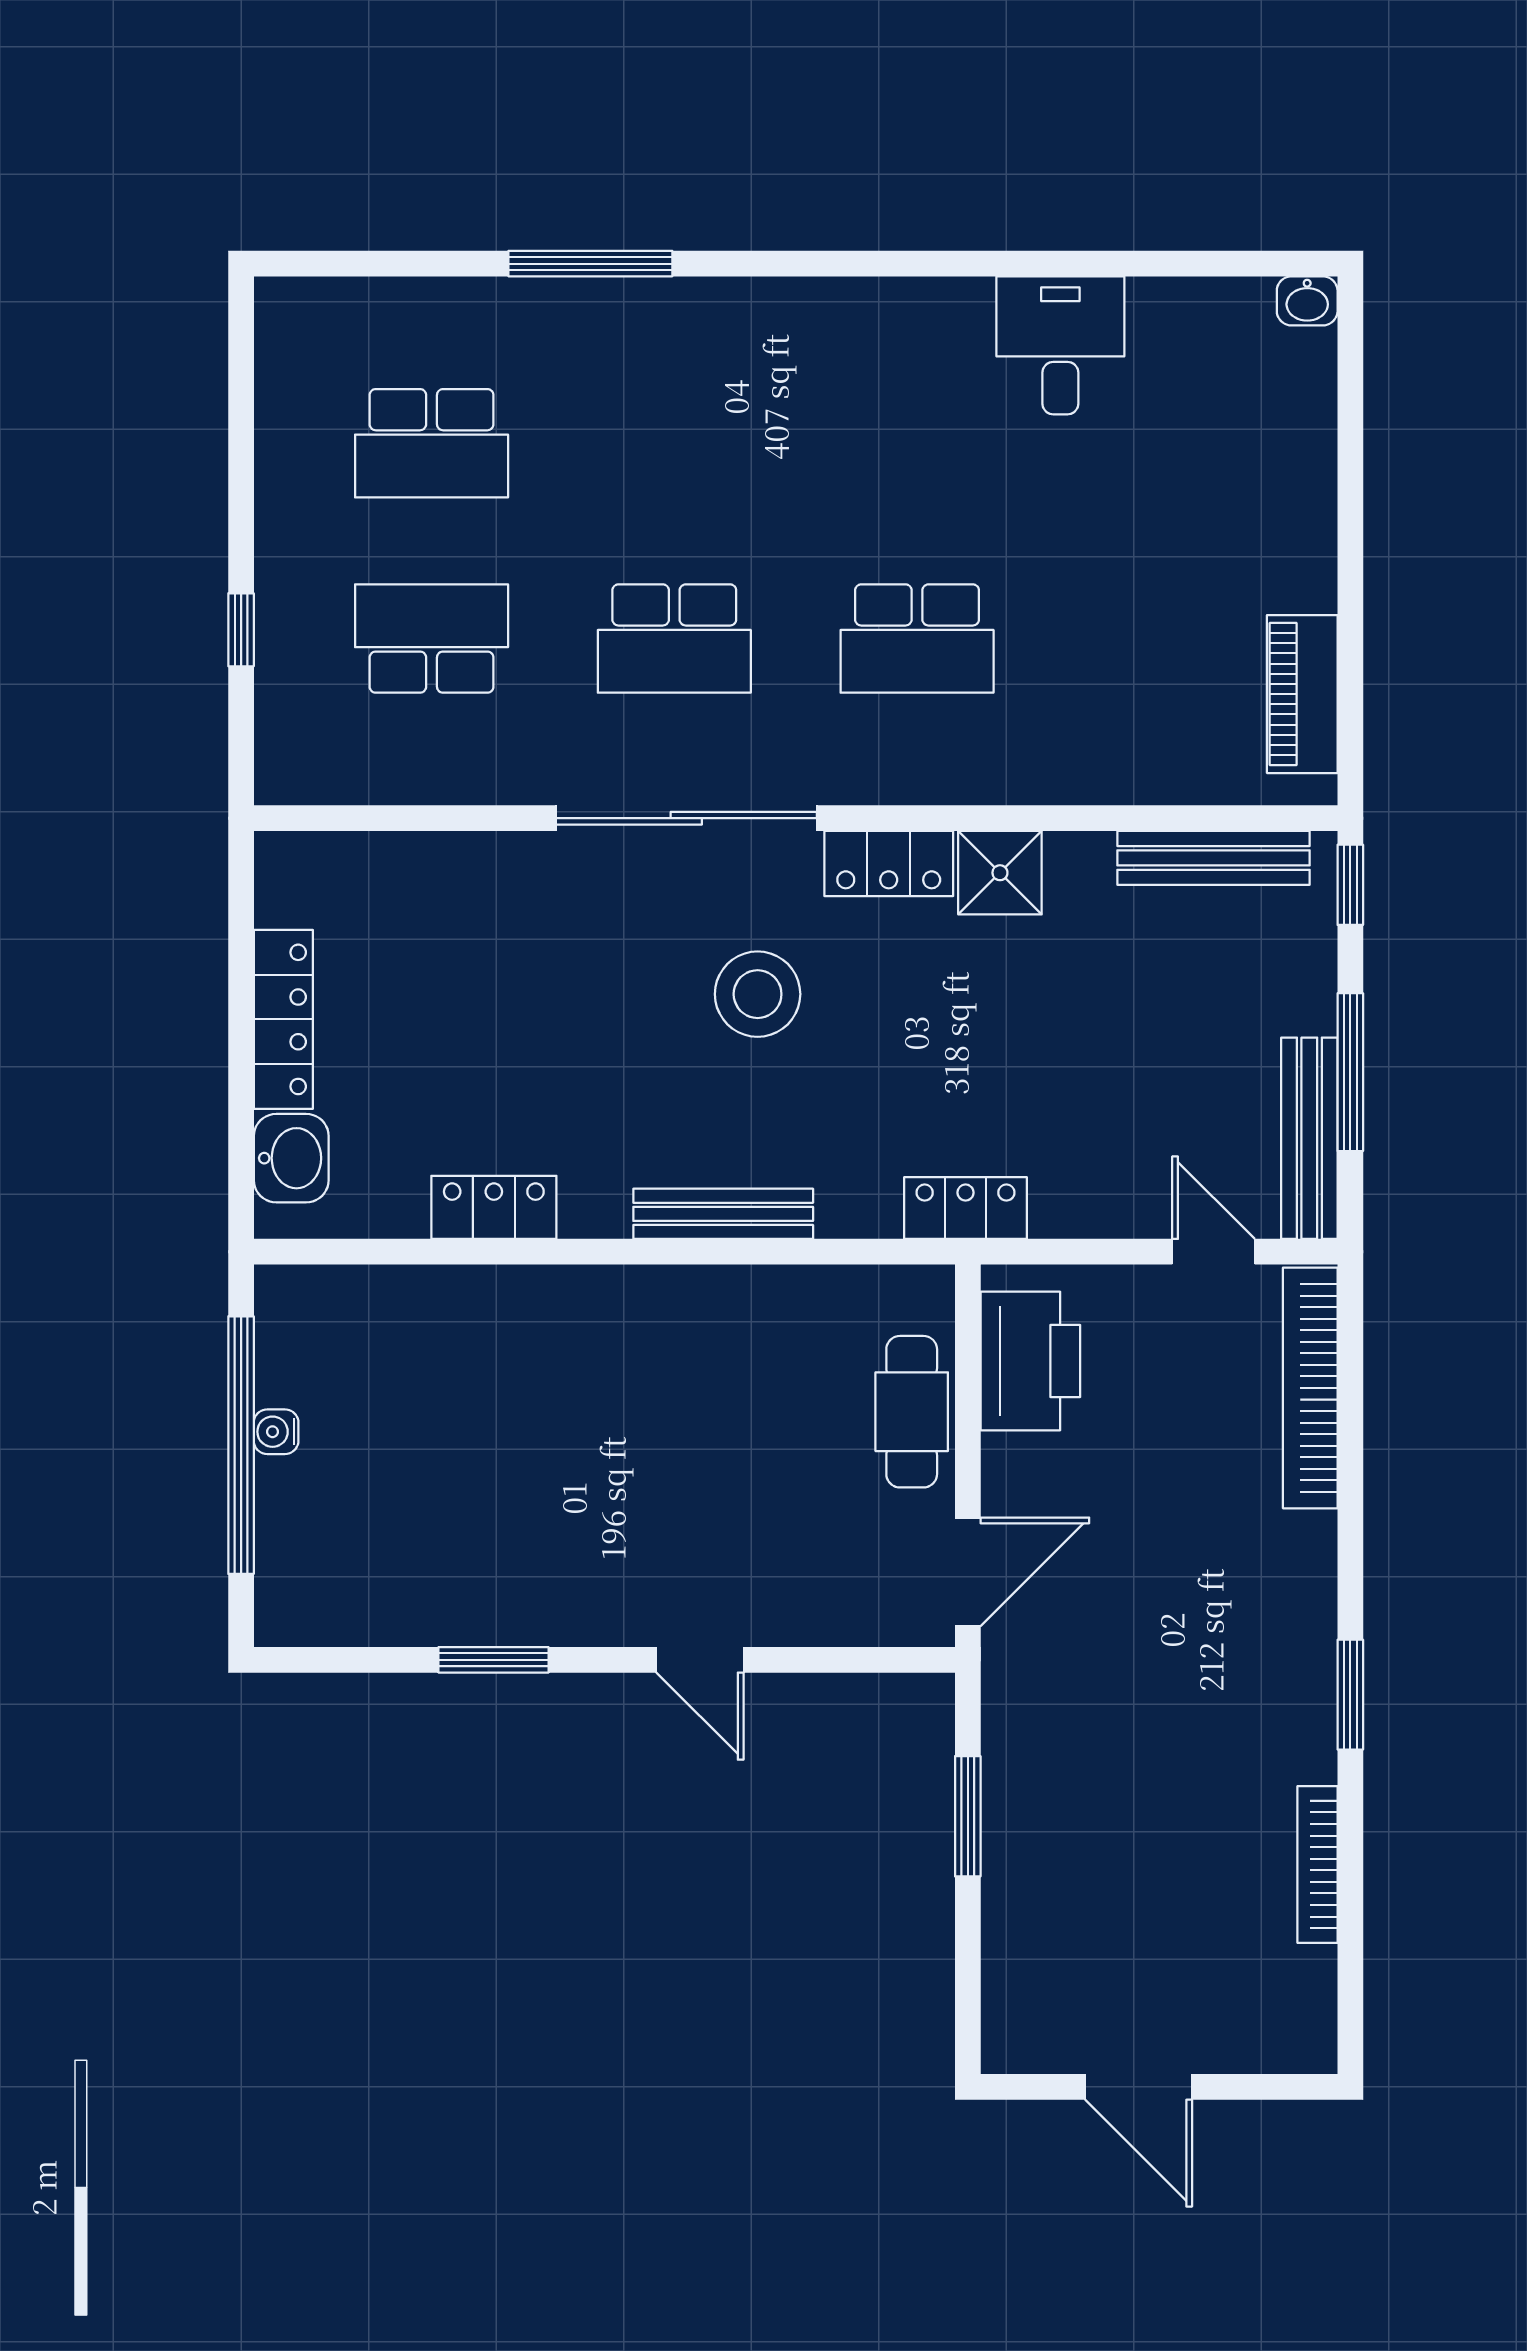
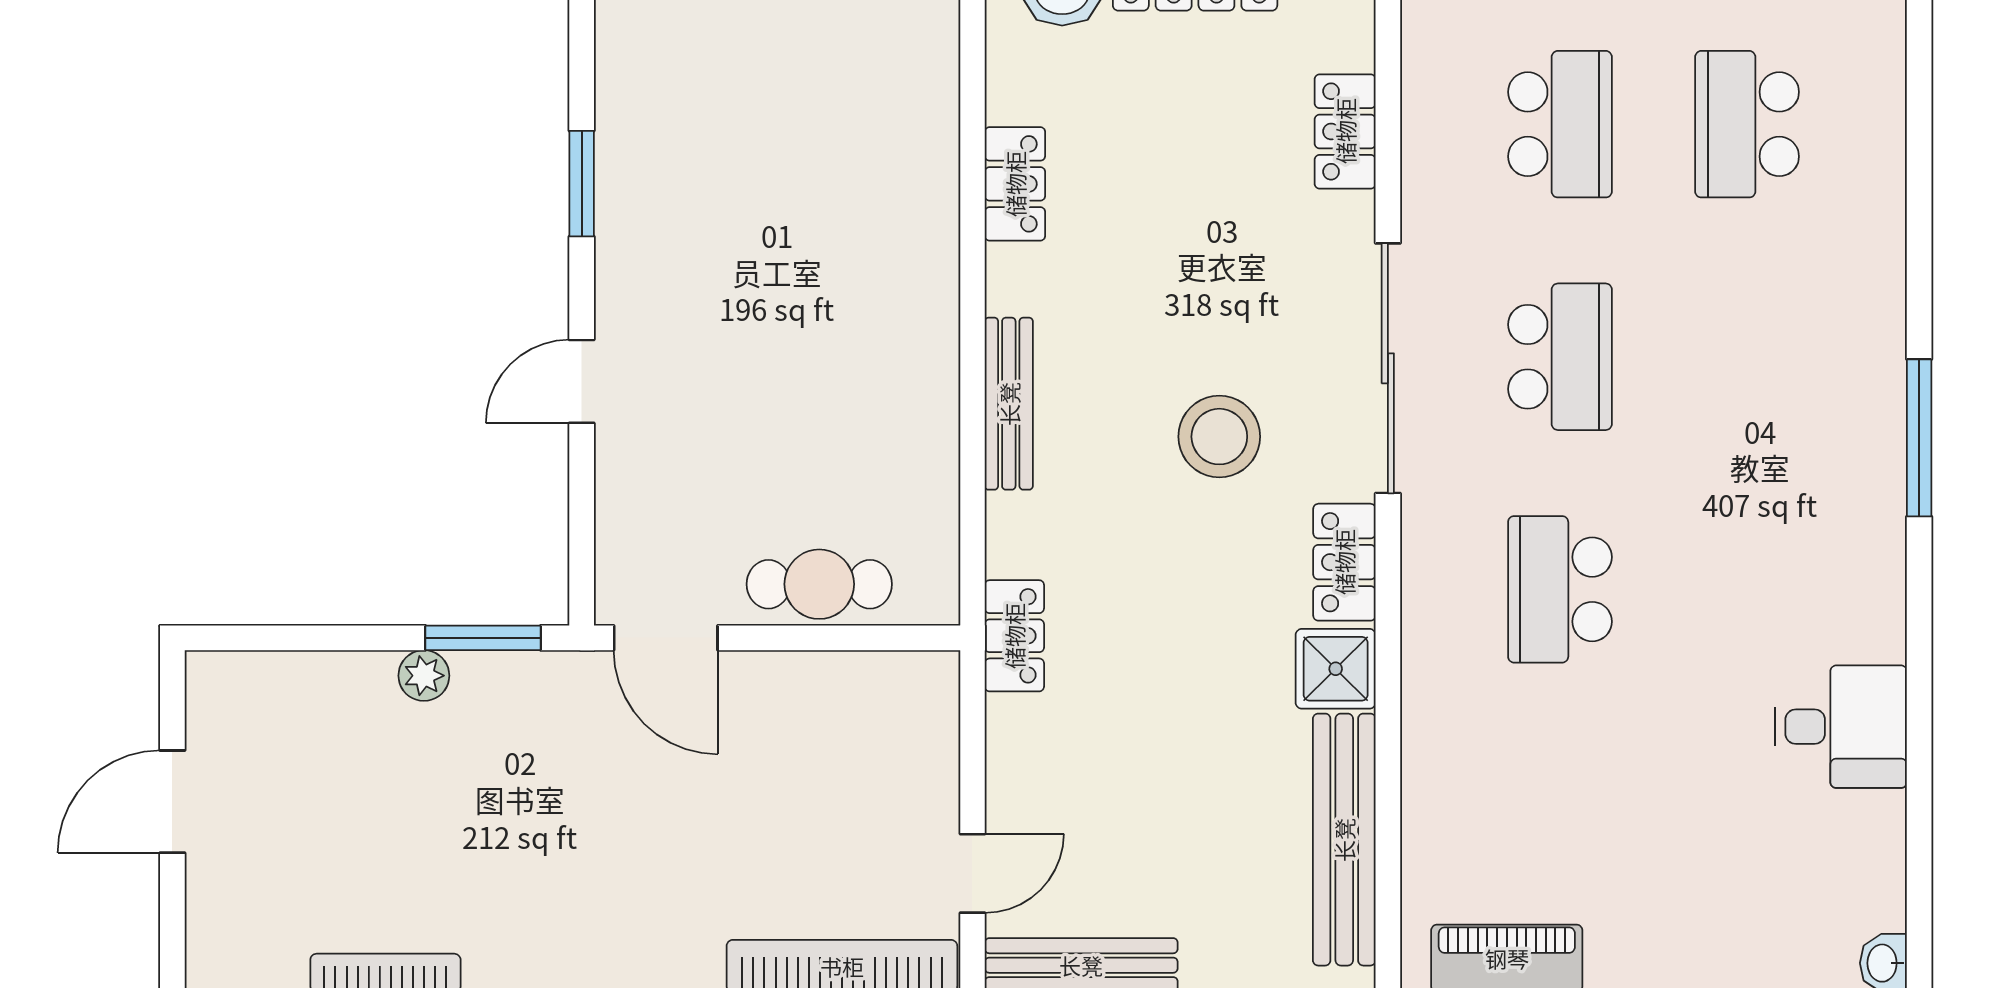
window: (590, 264) -> (1919, 438), moved
school desk: (674, 639) -> (1560, 357), turned 180
bench: (1213, 858) -> (1344, 840), width x1.37, depth x1.21
locker: (439, 863) -> (1345, 131), added
printer: (1030, 1361) -> (868, 698), removed
window: (968, 1816) -> (483, 638), moved
plant: (1007, 1824) -> (424, 676), added

